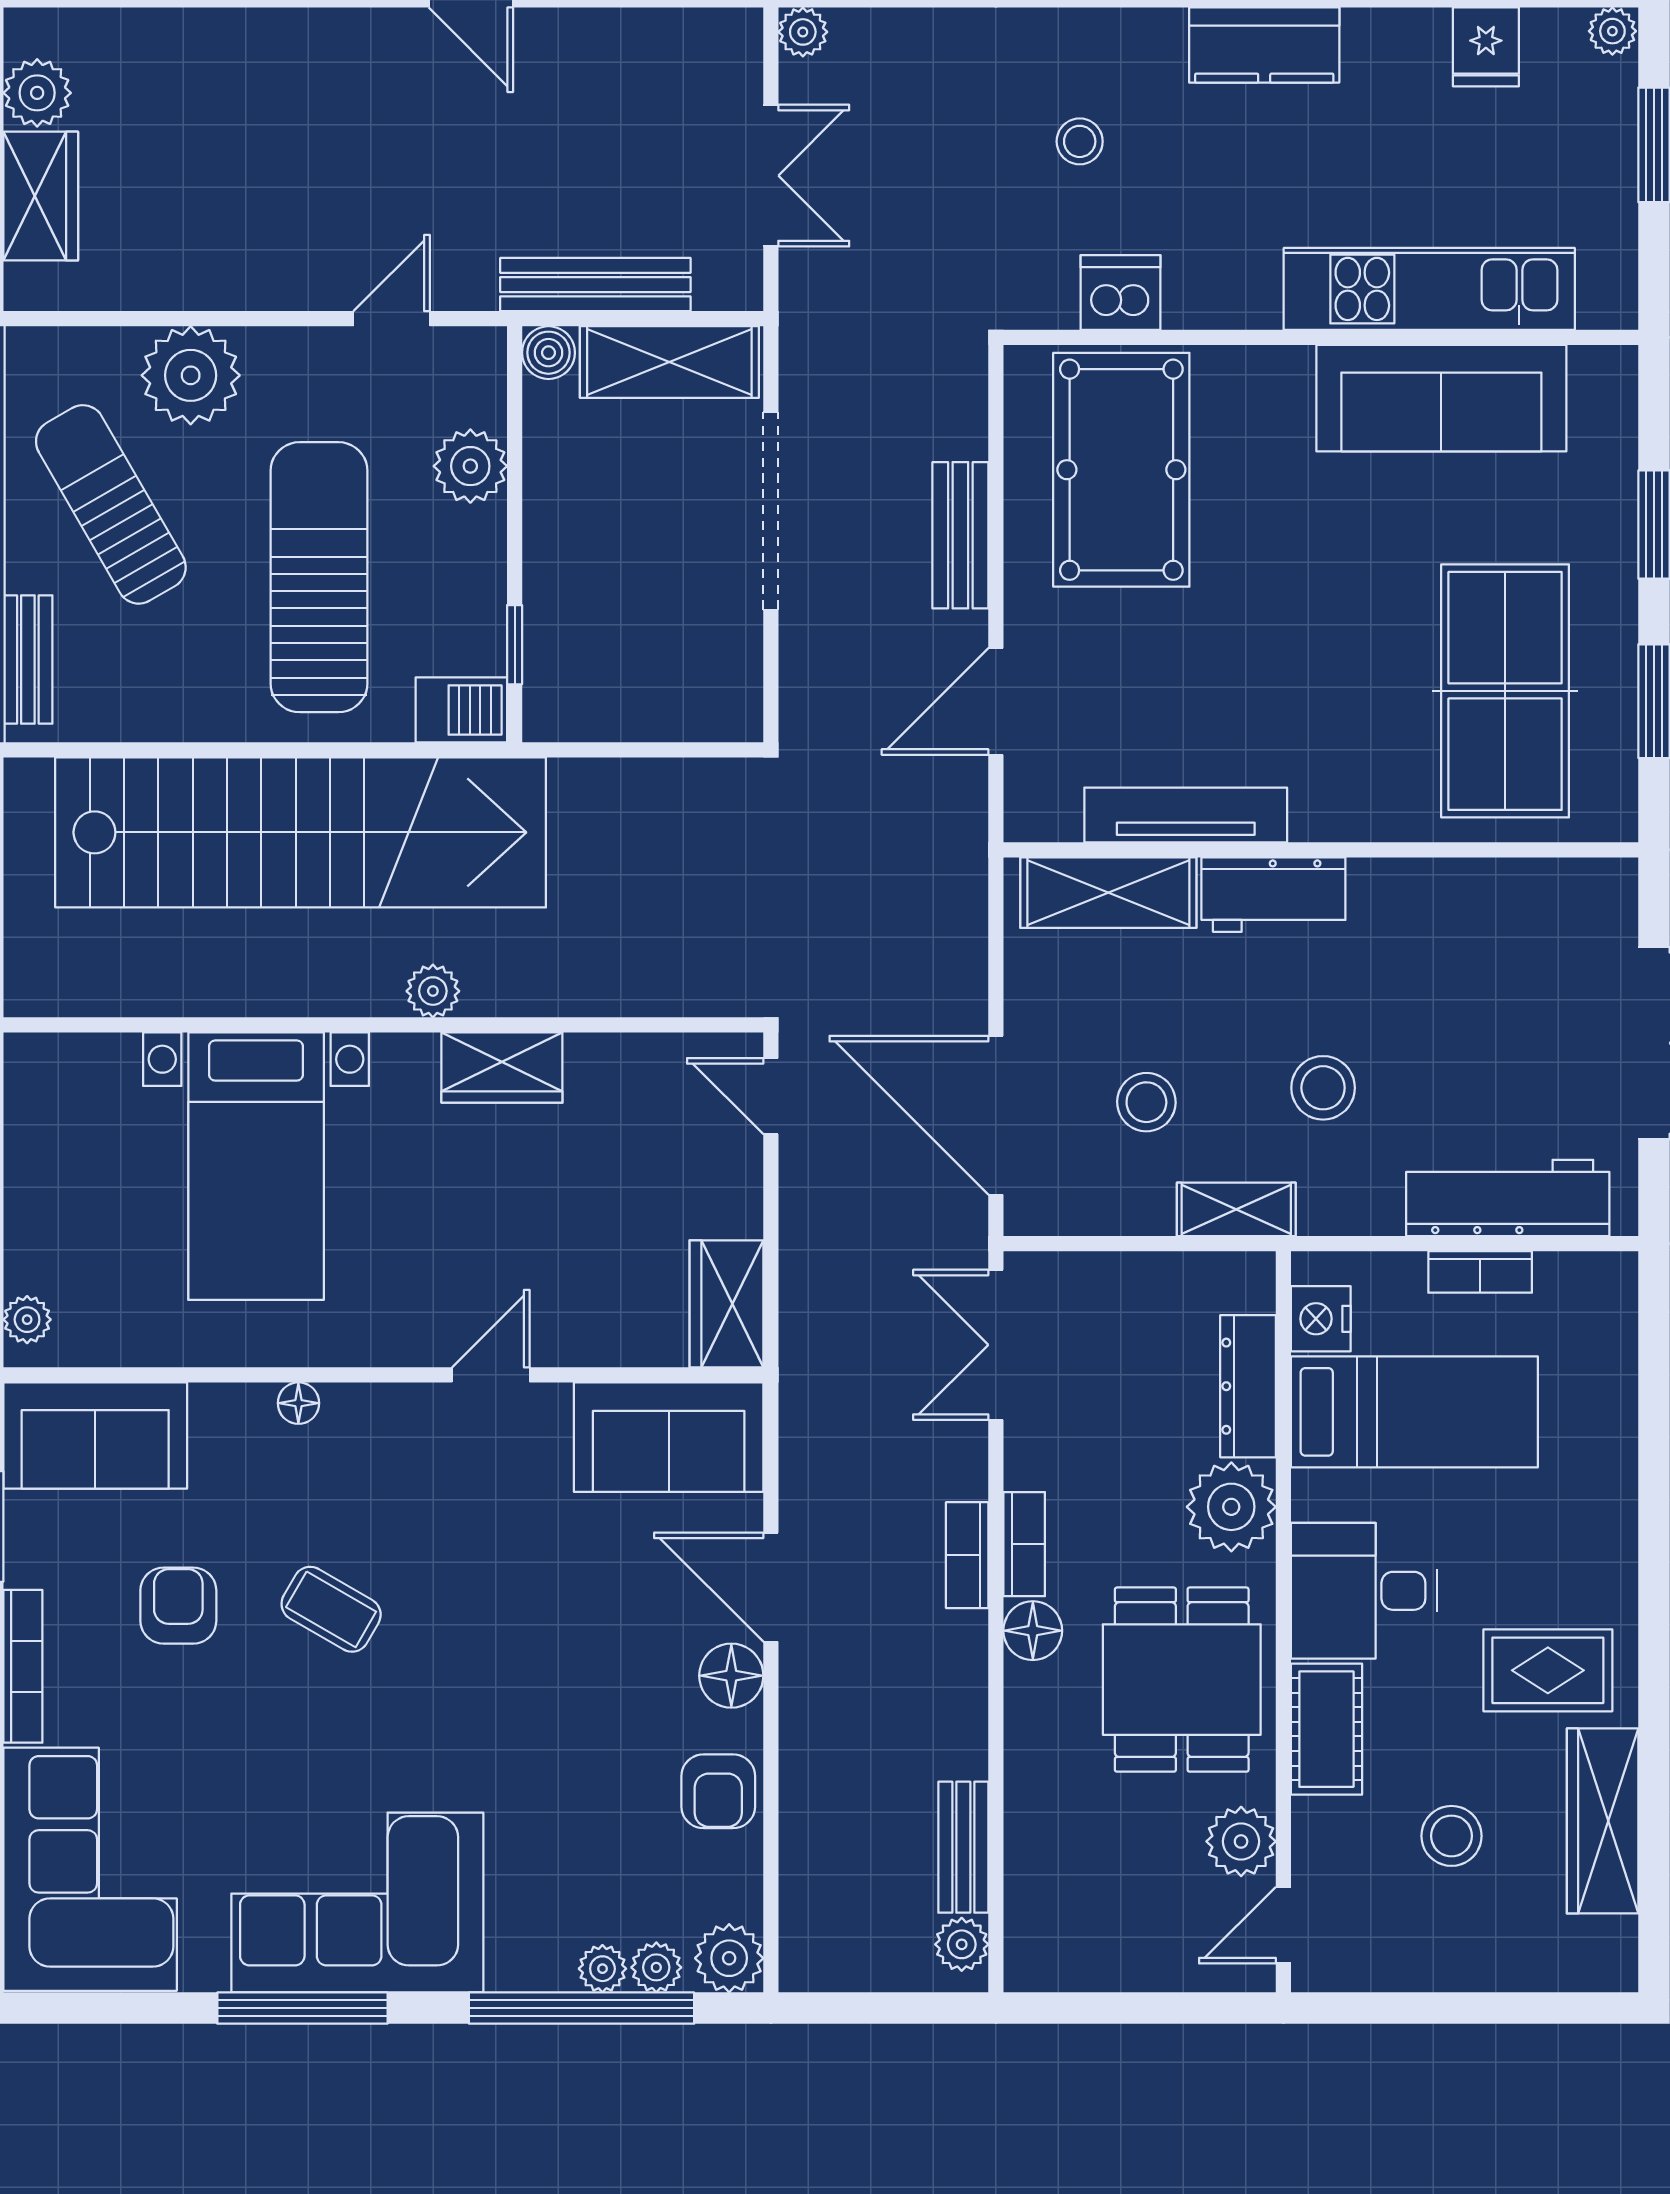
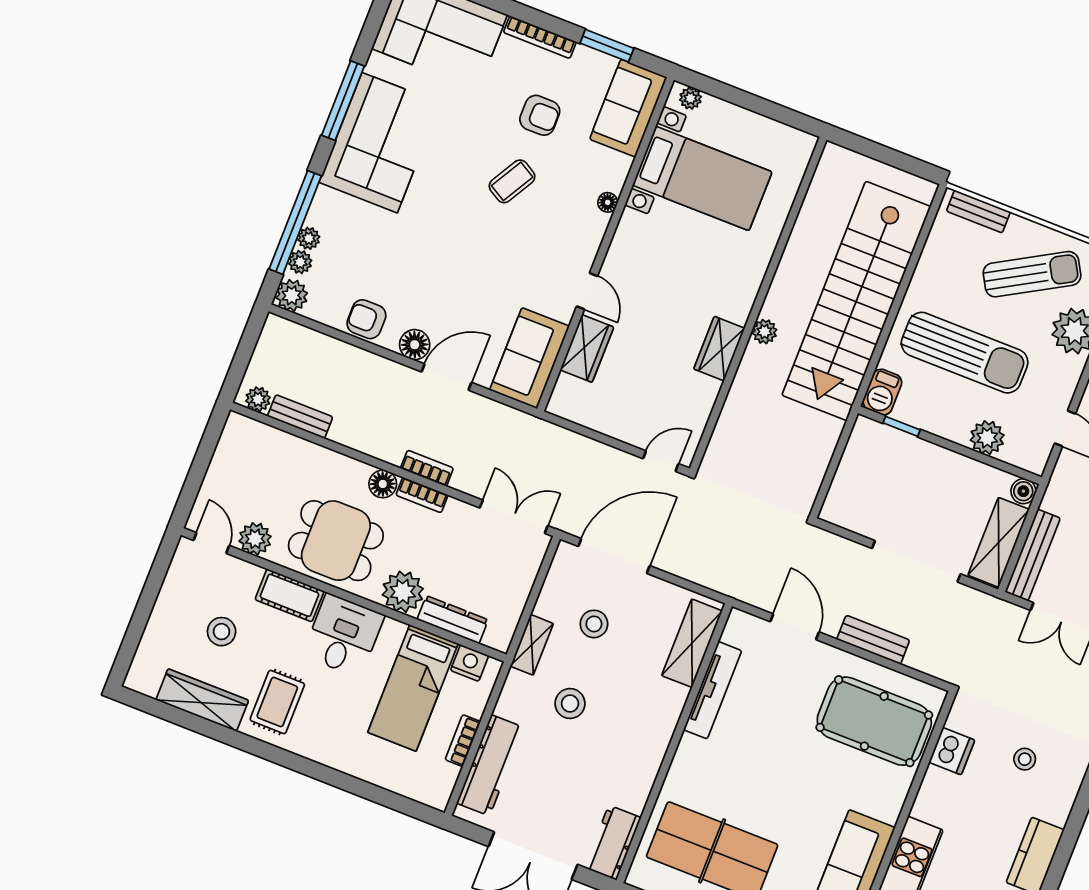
bench: (595, 285) -> (1033, 555), moved
workbench: (1273, 895) -> (613, 843), moved
bed with nightstands: (256, 1166) -> (702, 178), moved, turned 180
wardrobe: (726, 1304) -> (587, 348), moved, turned 90

